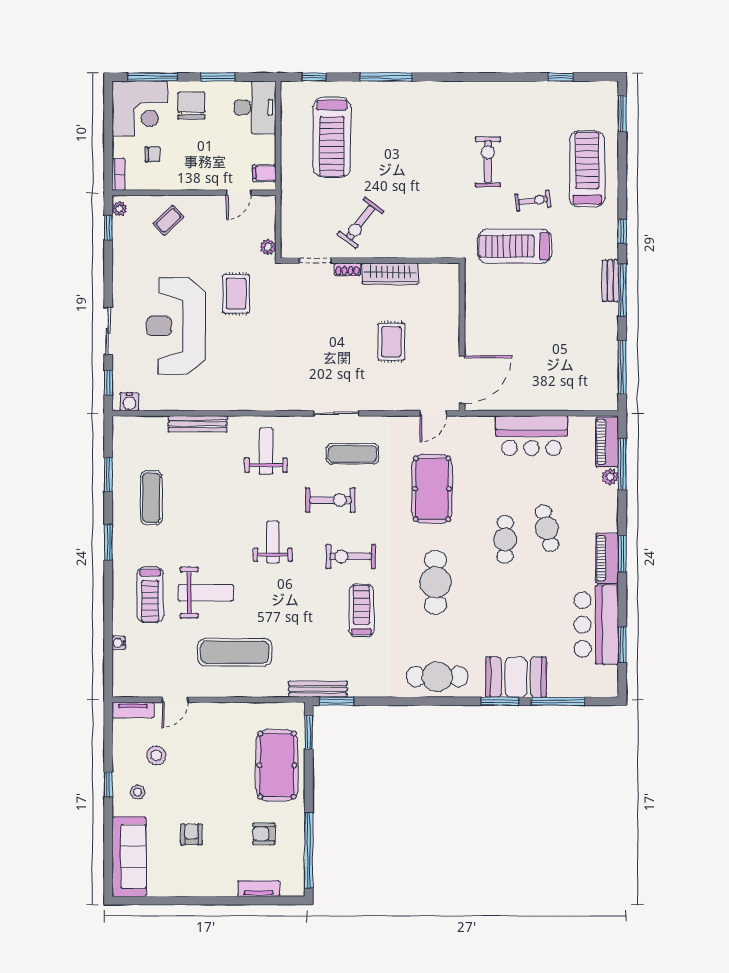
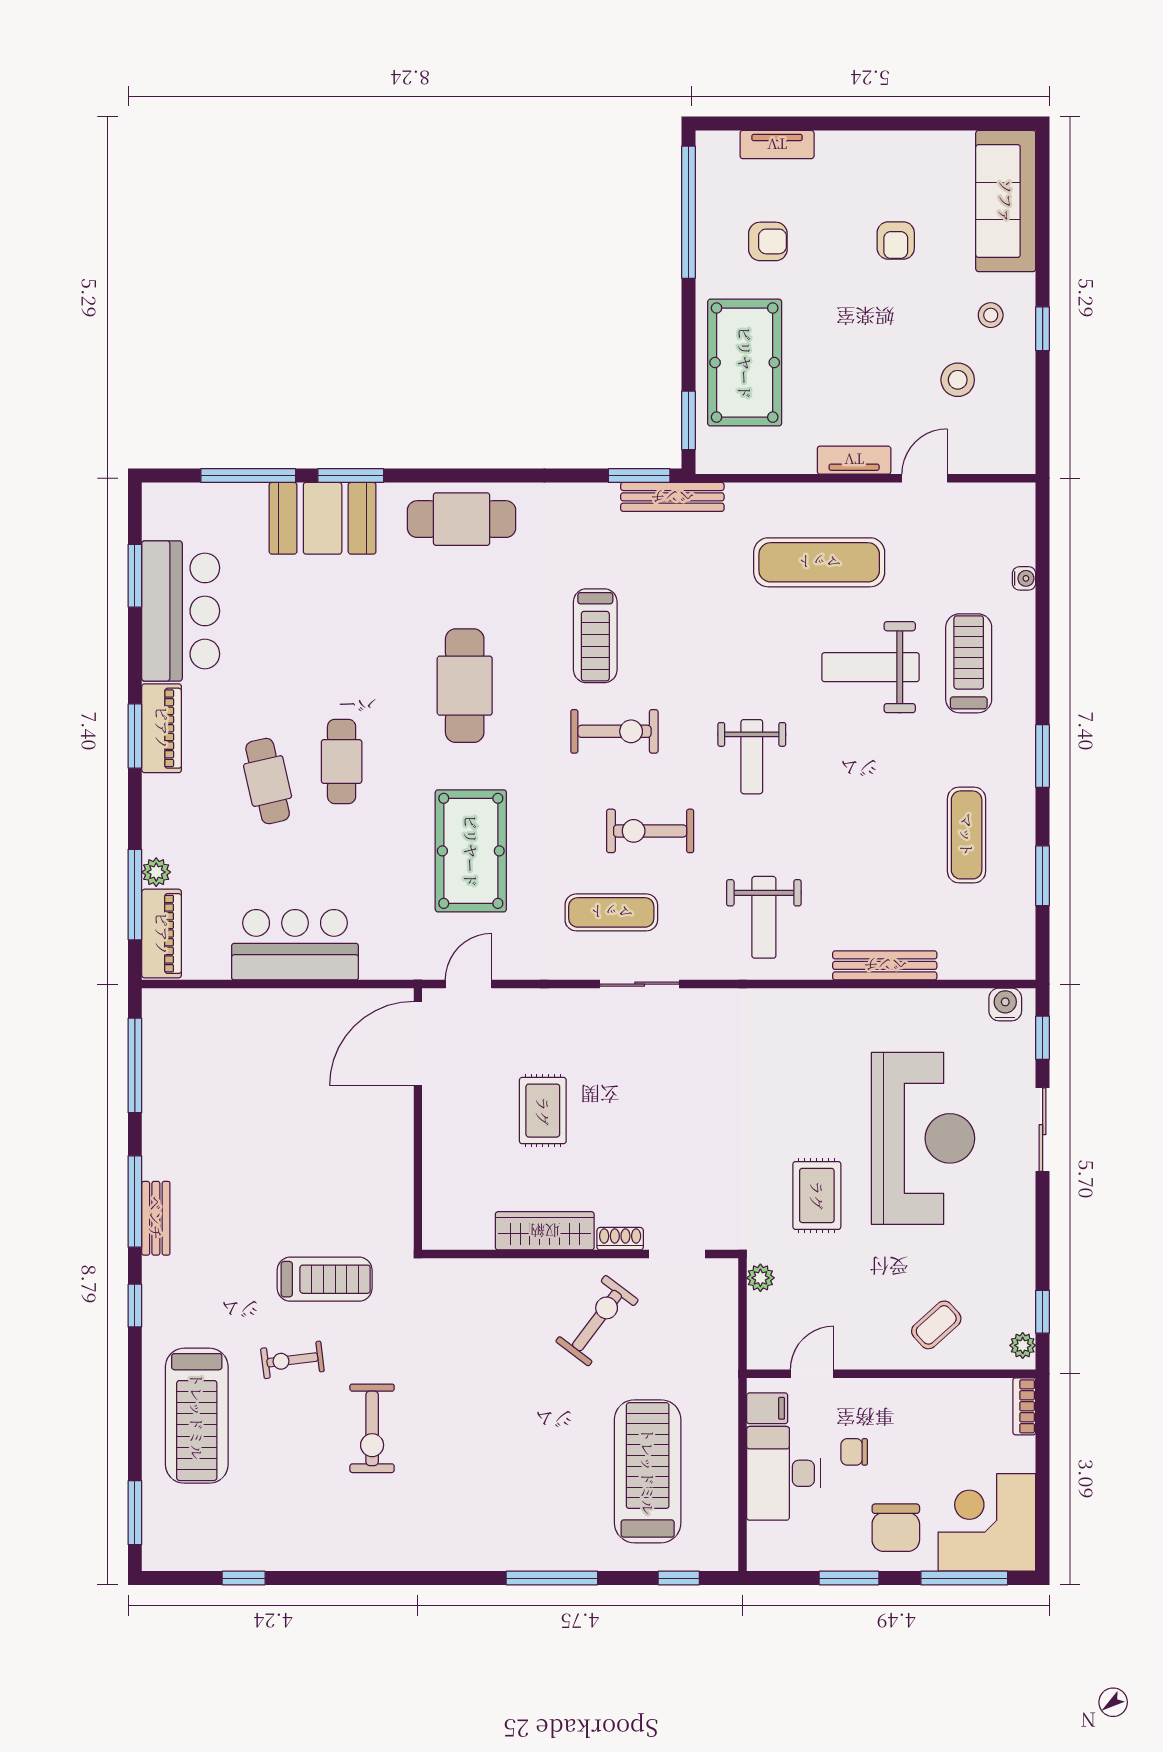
desk: (255, 107) -> (783, 1473), moved
chair: (153, 154) -> (854, 1452), moved
treadmill: (515, 246) -> (325, 1279), width x0.73, depth x0.73
tv unit: (133, 710) -> (854, 460), moved

